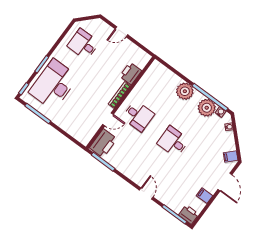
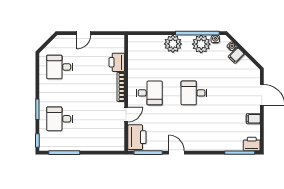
desk: (54, 85) -> (60, 119), width x0.53, depth x0.77
filing cabinet: (231, 157) -> (236, 55), moved
door: (146, 194) -> (176, 153), moved

